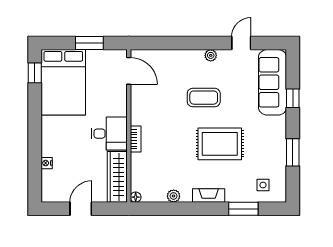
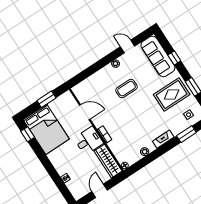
door: (241, 43) -> (128, 46), hinge flipped
door: (129, 71) -> (85, 112), moved
rug: (220, 144) -> (172, 95), moved

